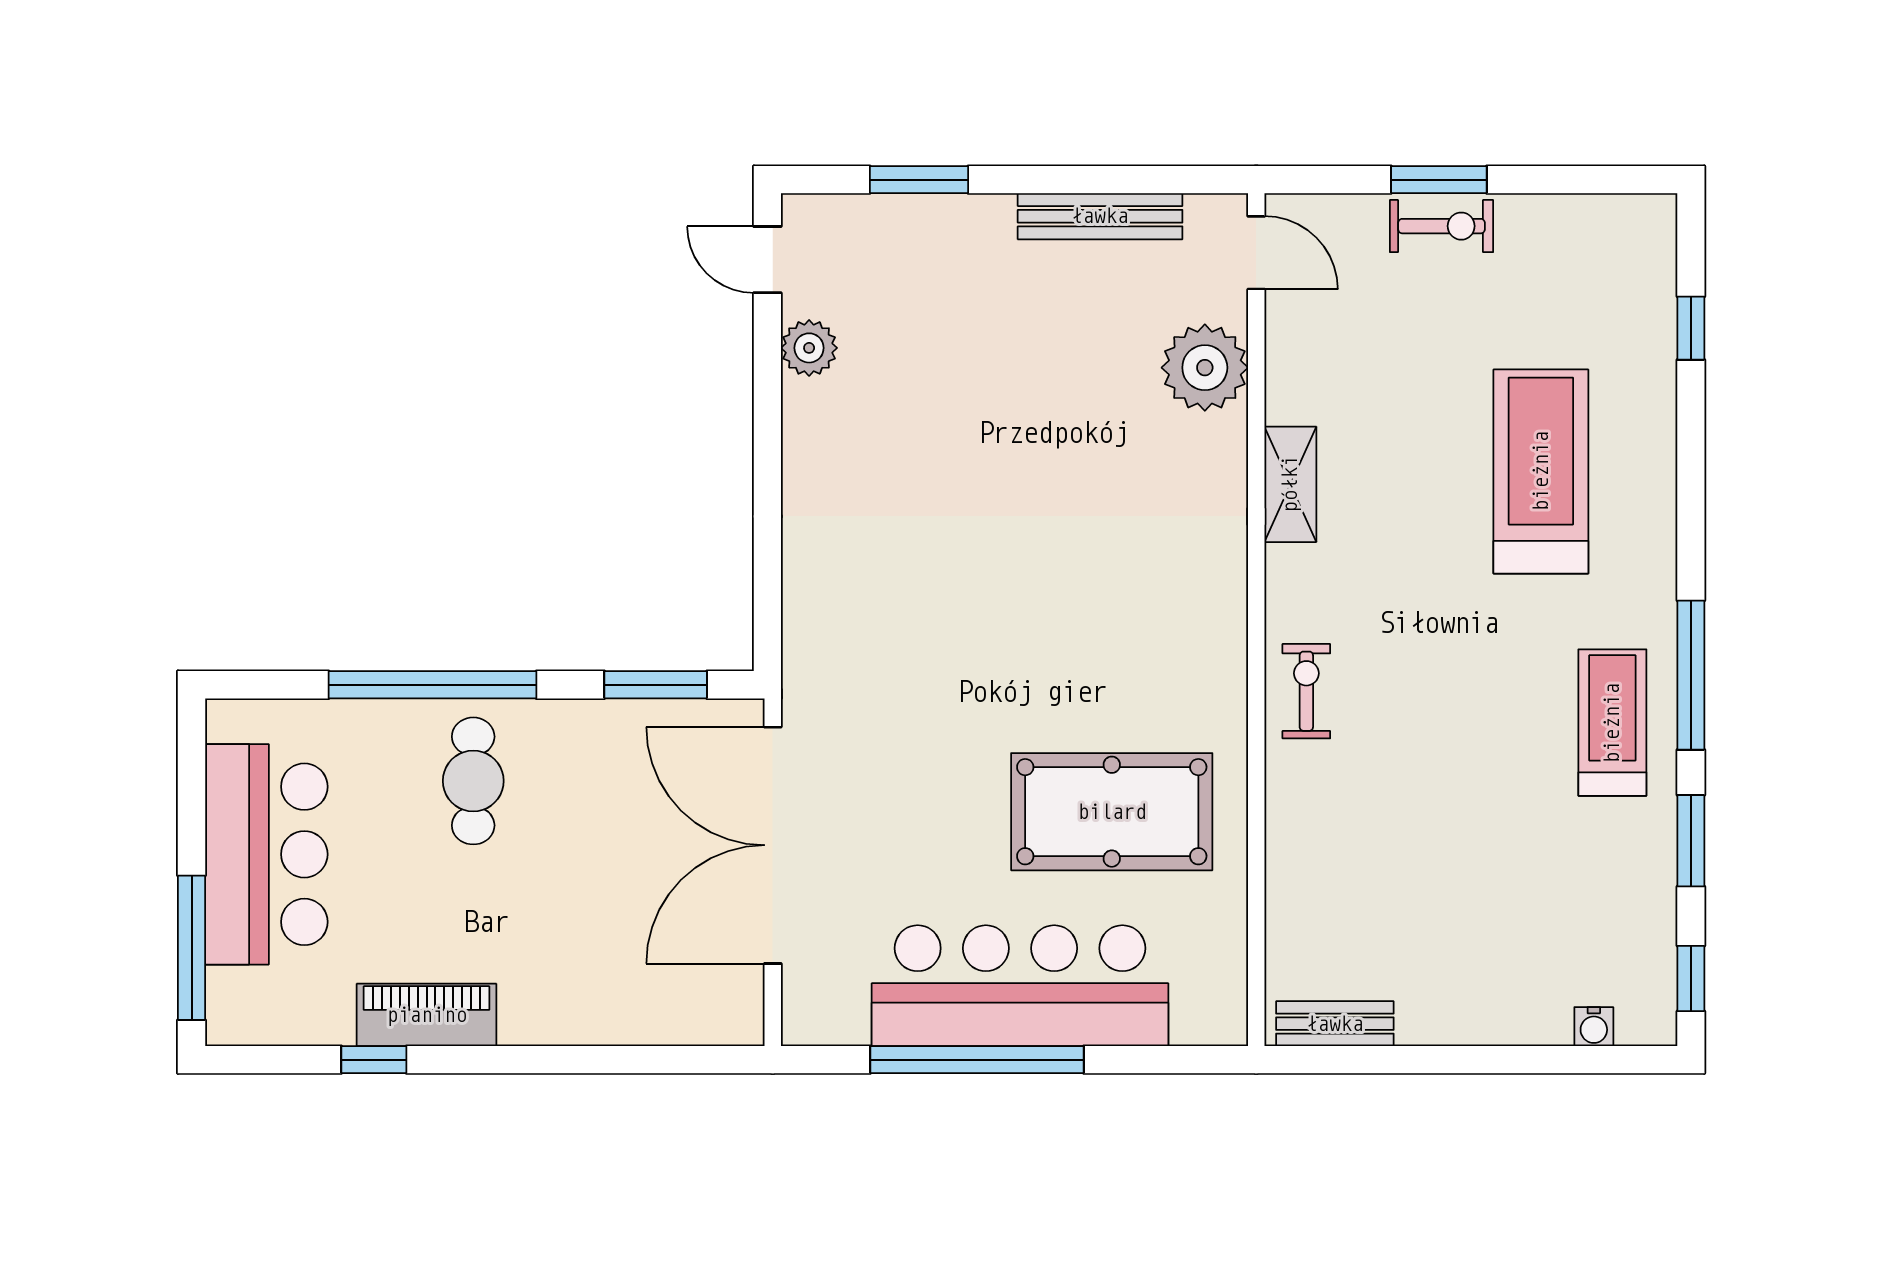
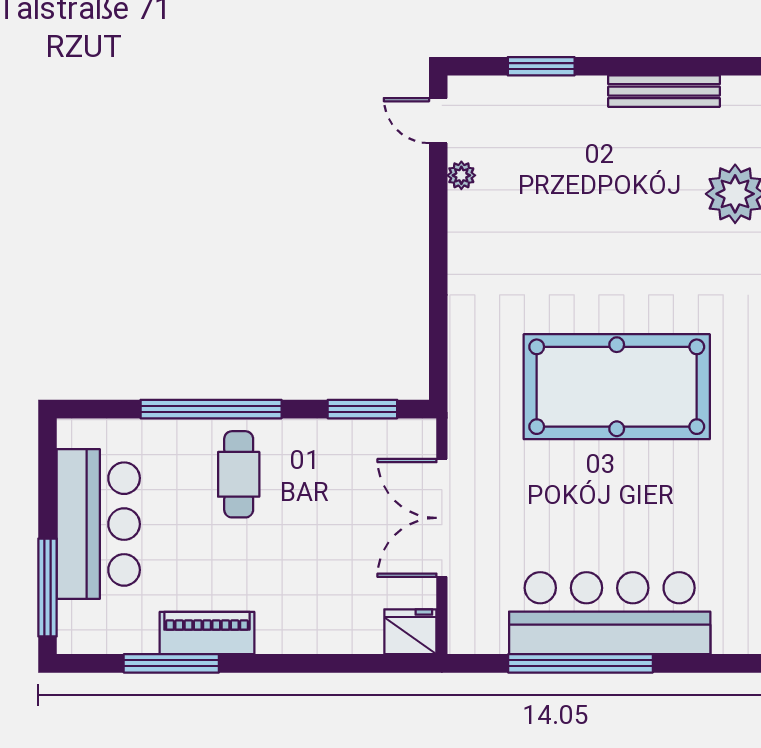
plant: (809, 348) -> (461, 175), width x0.73, depth x0.73
pool table: (1112, 812) -> (617, 387), moved, width x1.36, depth x1.32
double door: (773, 845) -> (442, 518), width x0.73
fridge: (726, 1013) -> (410, 632), added
window: (374, 1060) -> (171, 663), width x2.17

